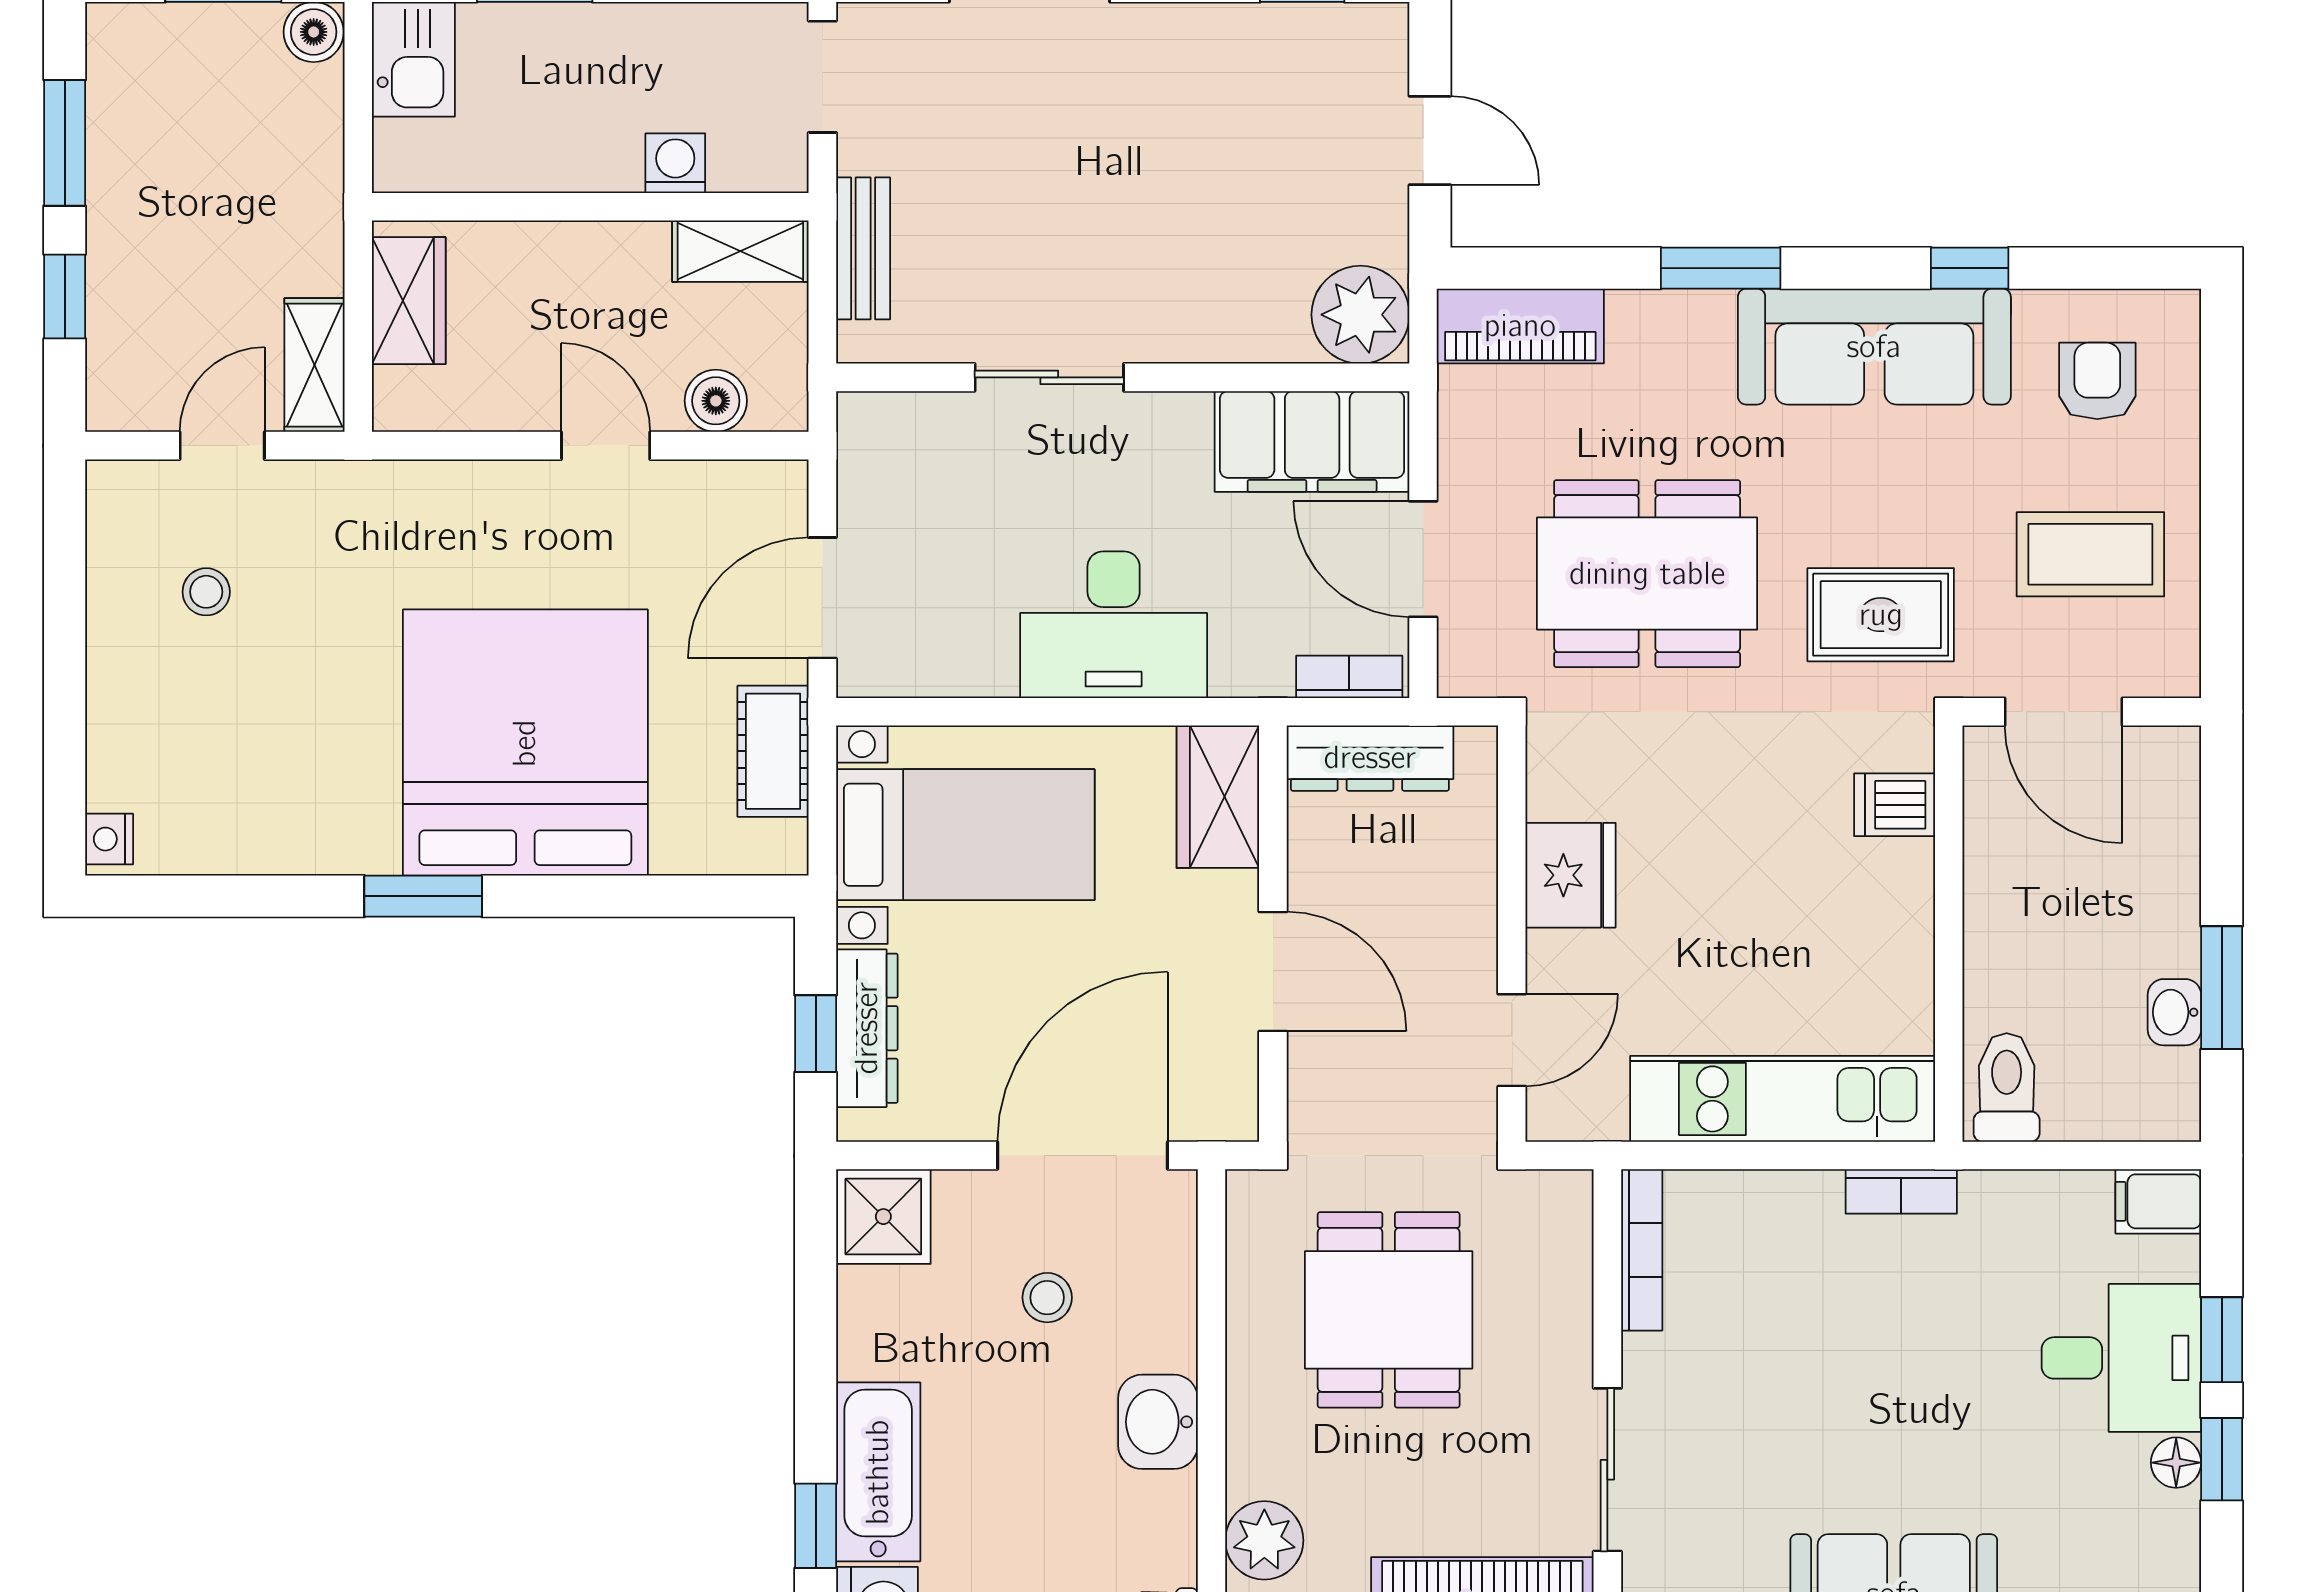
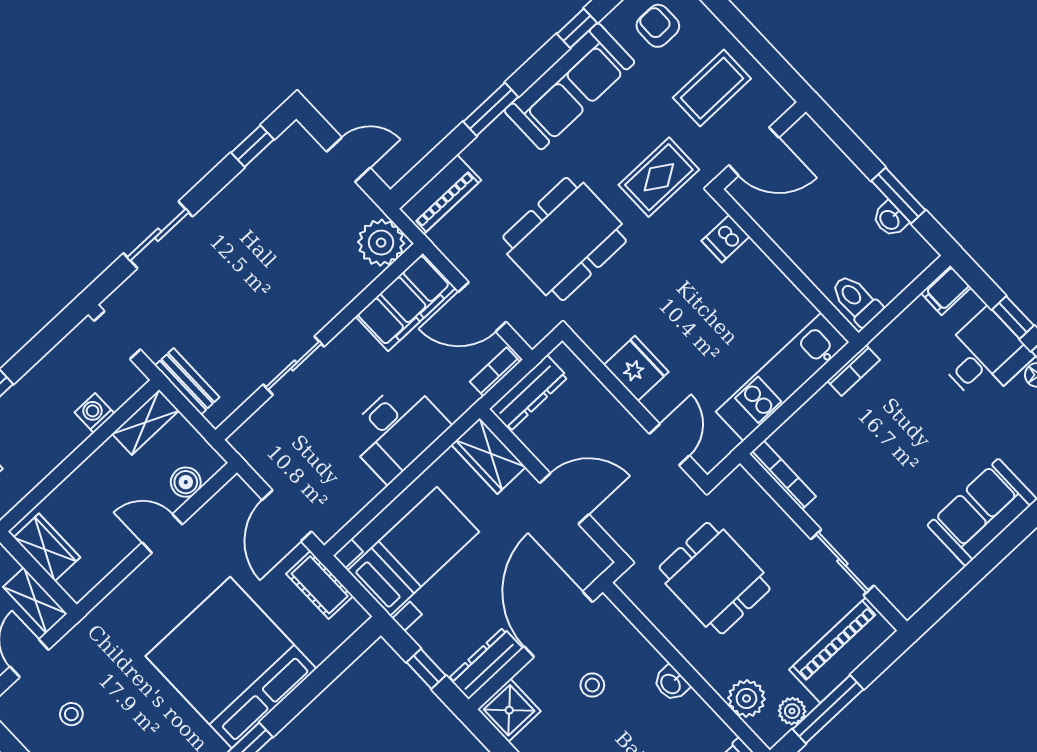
dresser: (867, 1028) -> (486, 663), moved, turned -90
washbasin: (1158, 1422) -> (671, 683), width x0.72, depth x0.69

